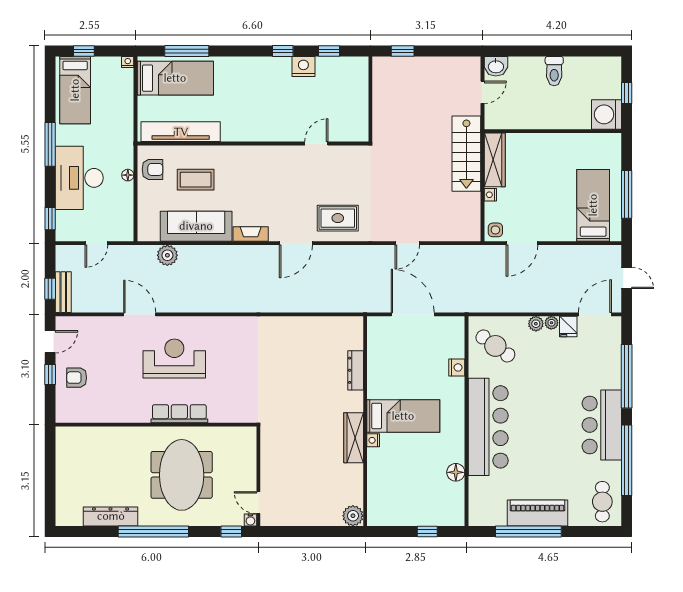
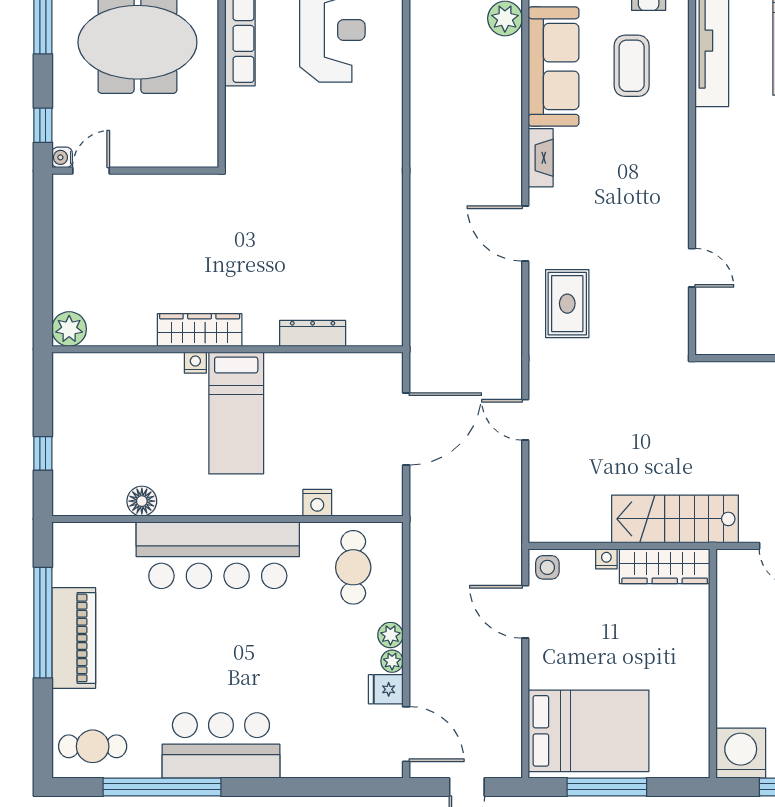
bed: (593, 205) -> (589, 731), width x1.50
cafe table: (495, 346) -> (353, 567), turned -36
window: (627, 376) -> (303, 787), removed

